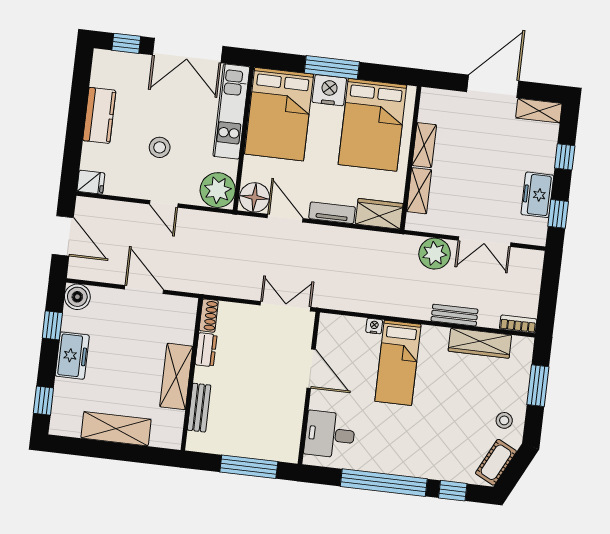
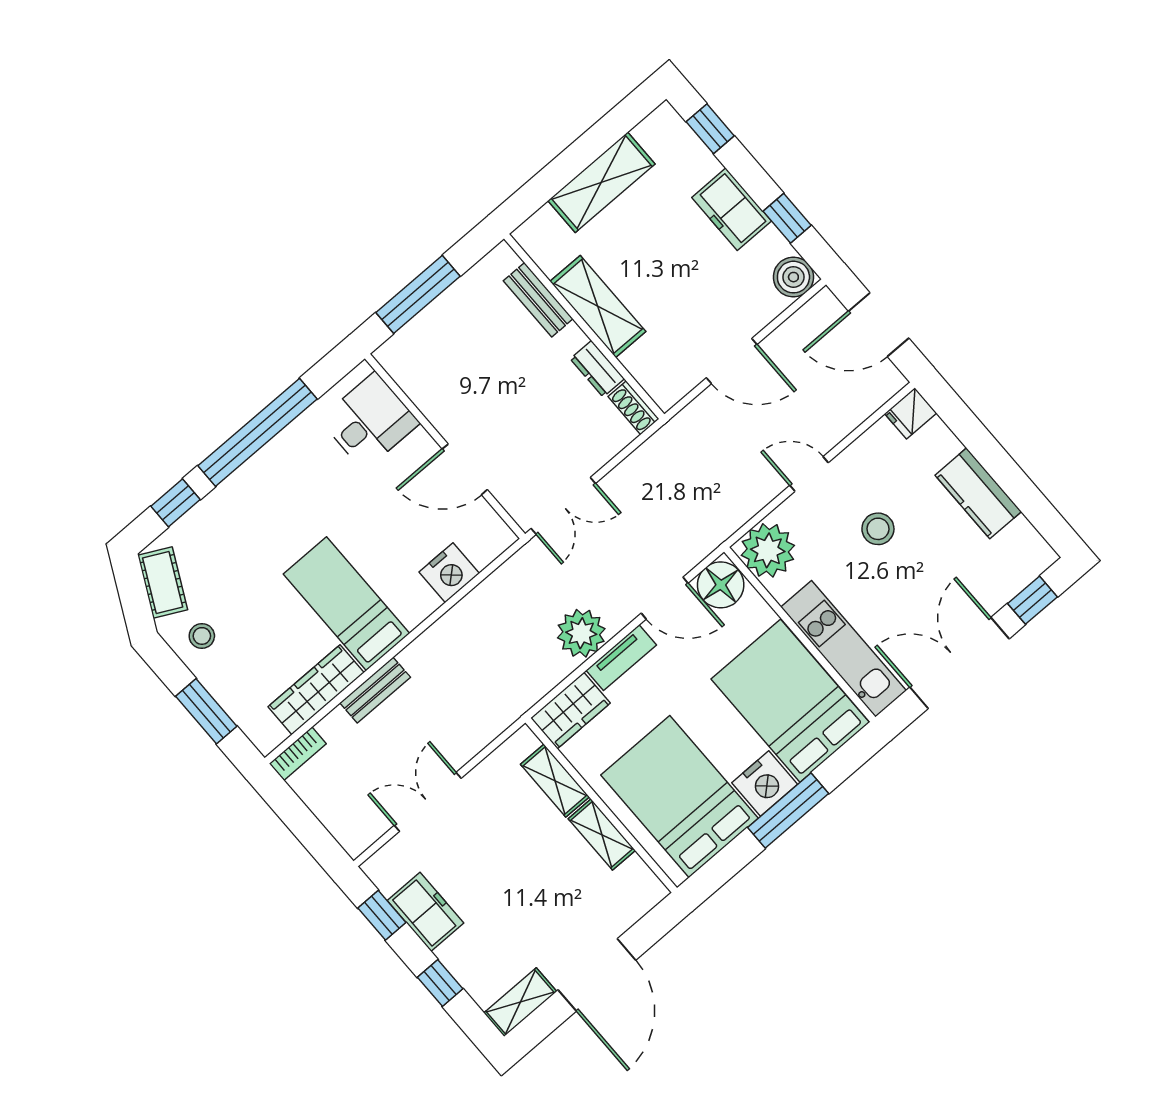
plant: (435, 254) -> (581, 633), moved
nightstand: (374, 326) -> (449, 573), width x1.89, depth x1.79
bed: (398, 363) -> (347, 604), moved

